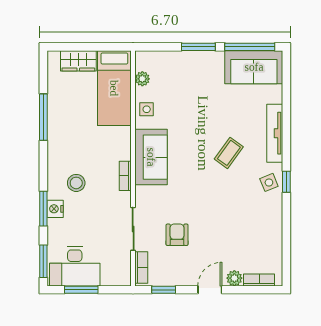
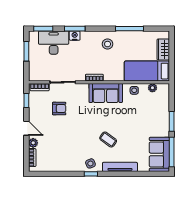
stool: (76, 183) -> (108, 44), moved
desk: (75, 266) -> (54, 43), moved, turned 90

